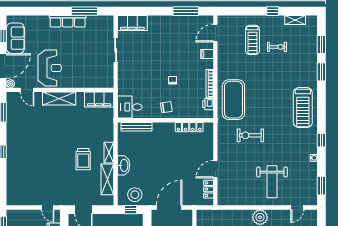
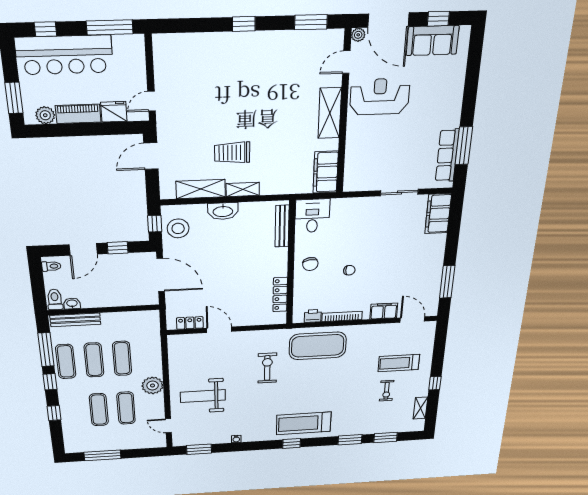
row of seats: (68, 21) -> (447, 155), moved
filing cabinet: (207, 54) -> (384, 311), width x2.00
reception desk: (50, 68) -> (380, 97), turned 180
window: (321, 140) -> (292, 443), moved

